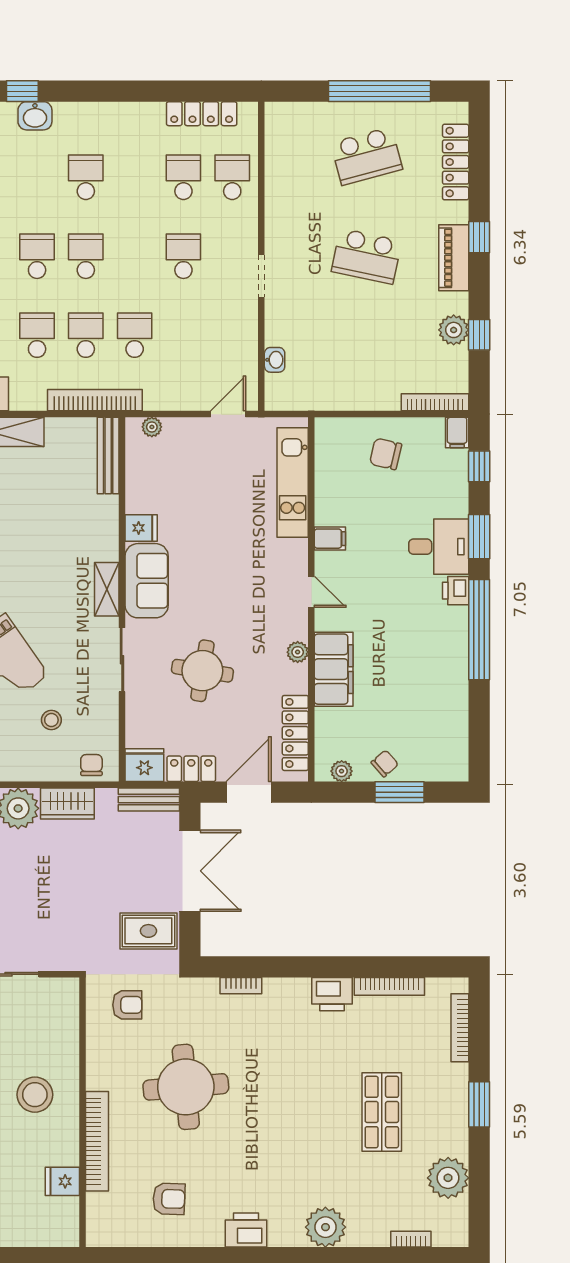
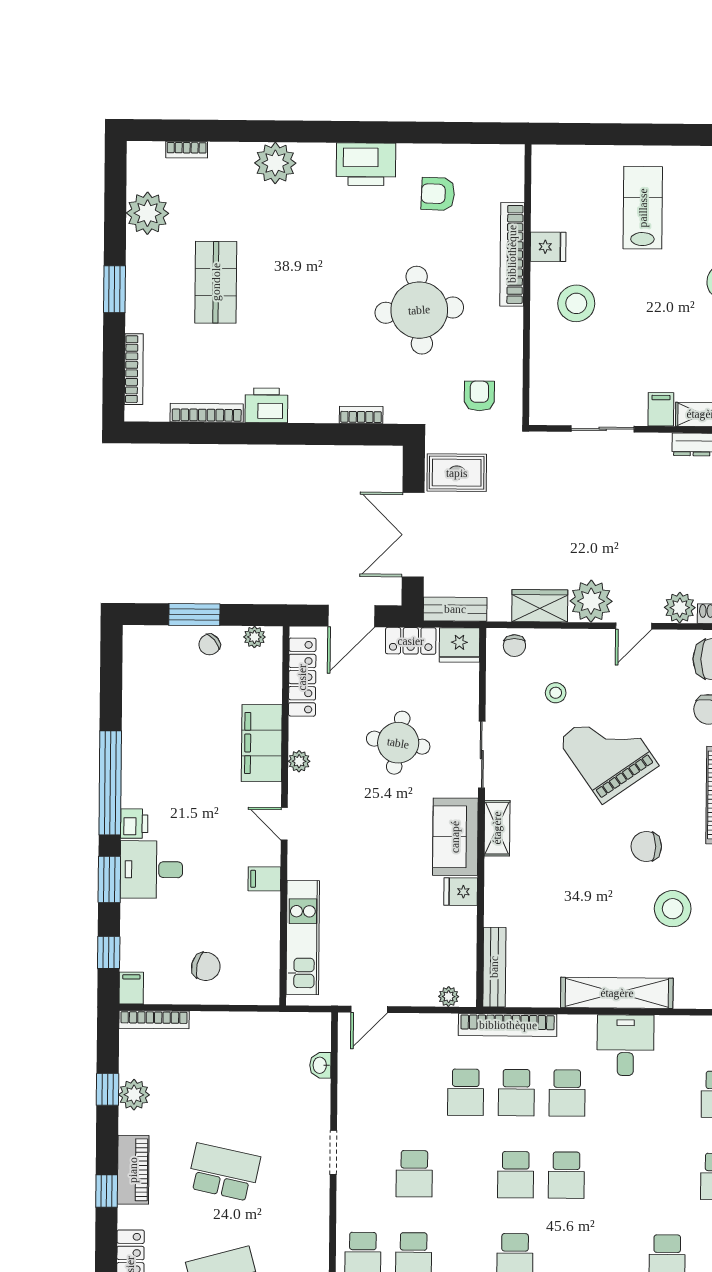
armchair: (127, 1005) -> (479, 396), turned 90
fridge: (62, 1181) -> (548, 247), moved
printer: (246, 1230) -> (366, 164), width x1.37, depth x1.19

